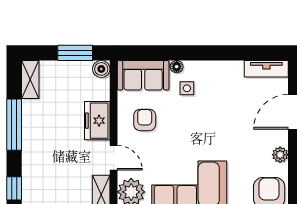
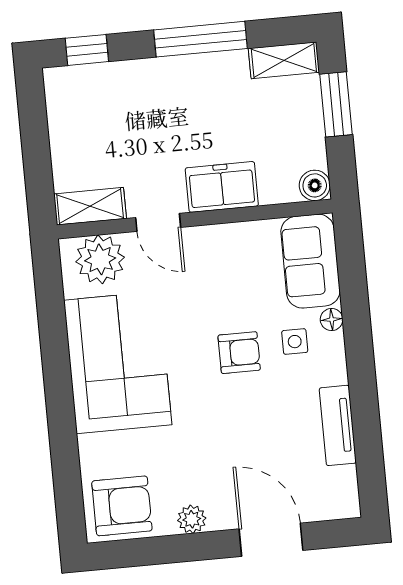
window: (75, 53) -> (336, 104), moved
tv unit: (266, 69) -> (338, 425), moved
armchair: (145, 120) -> (239, 353), moved
door: (114, 158) -> (158, 222), hinge flipped

